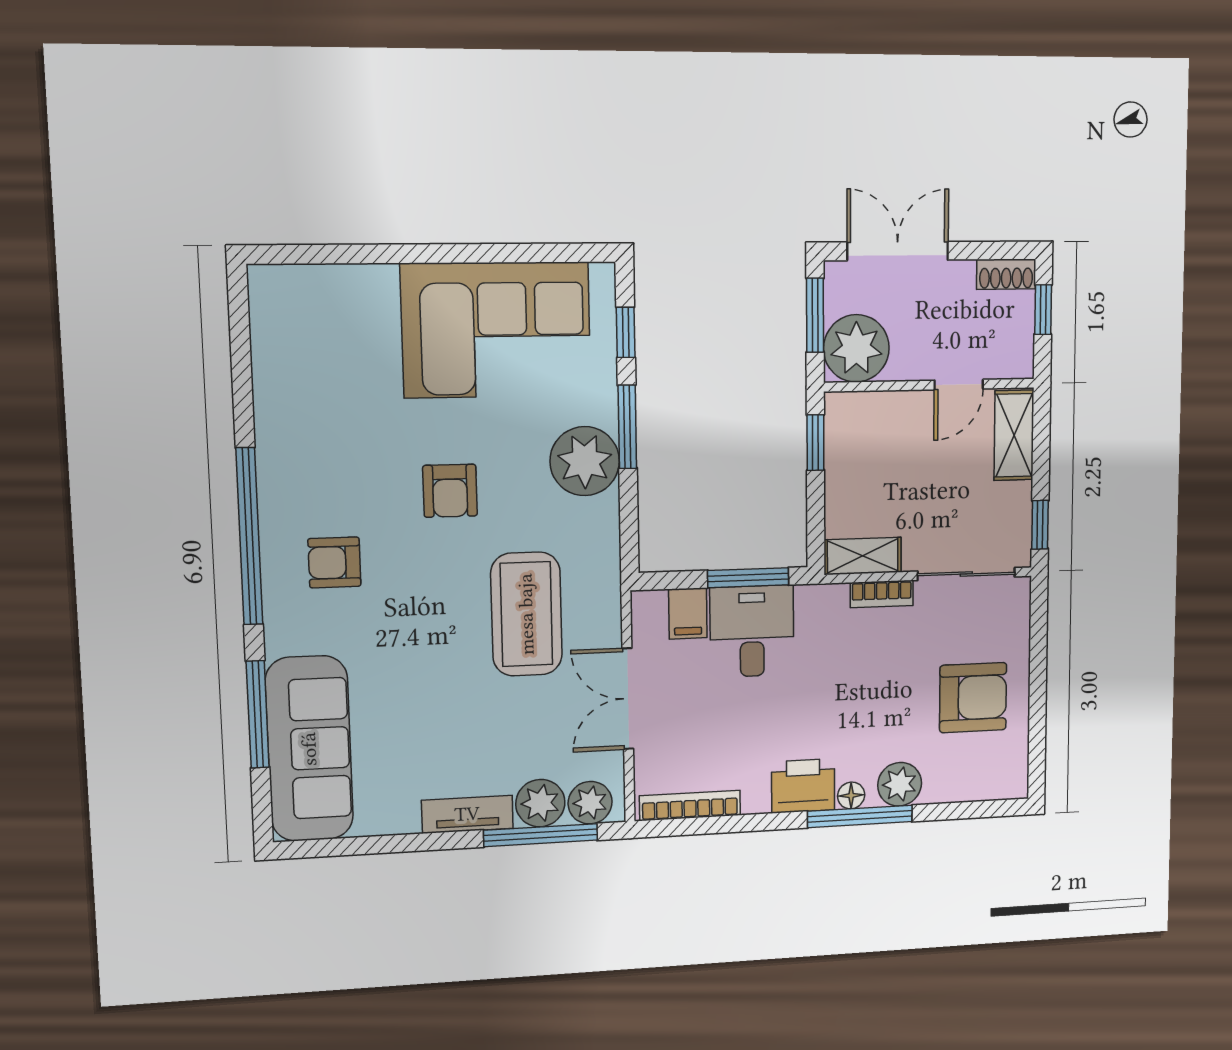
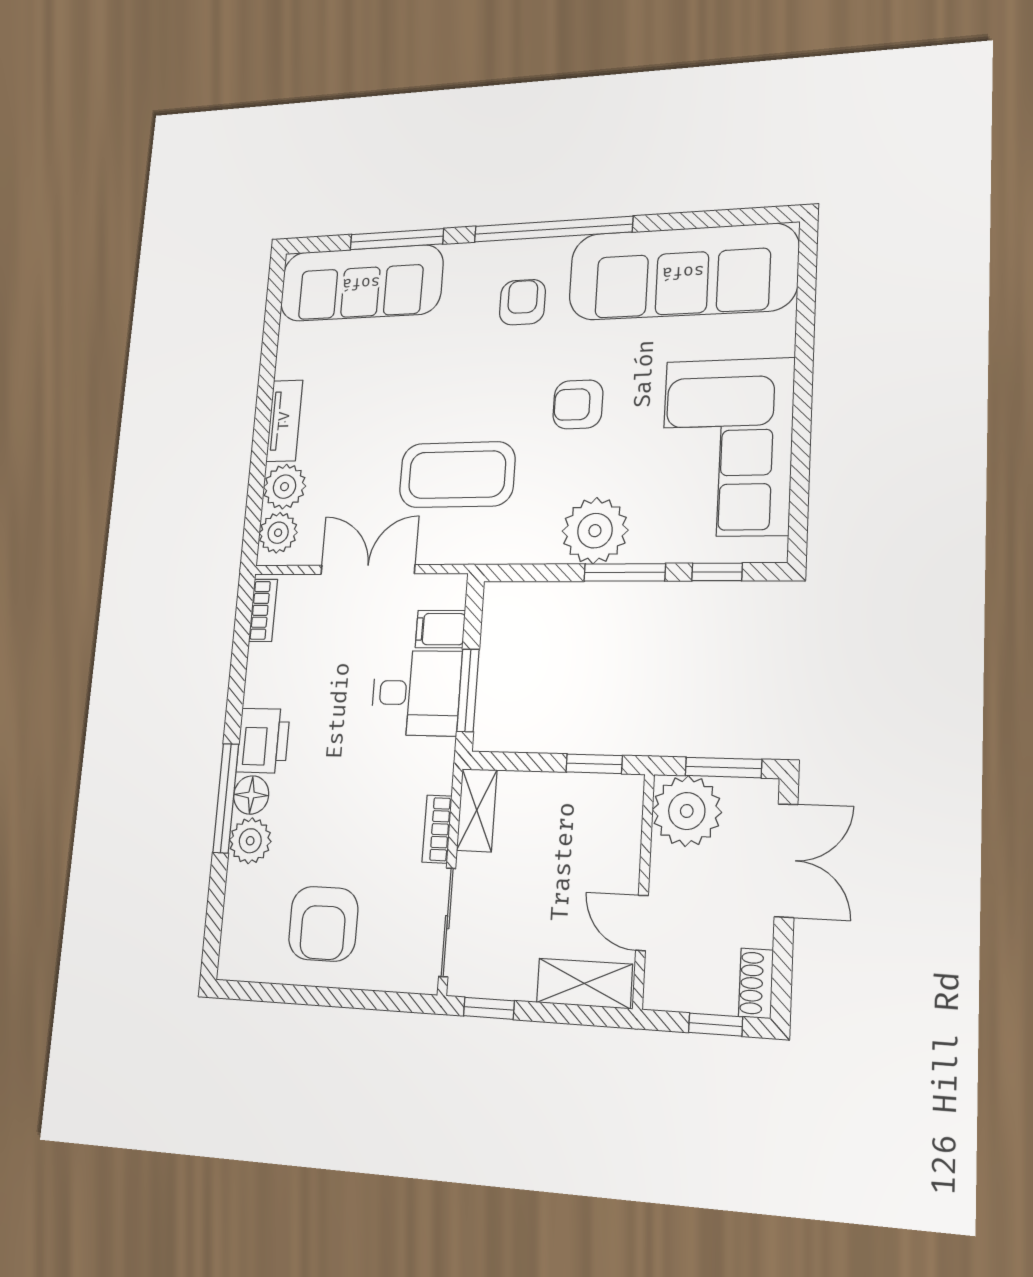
sofa: (302, 389) -> (683, 272), added
floor lamp: (851, 795) -> (251, 795), width x1.37, depth x1.37
bookcase: (690, 806) -> (263, 610), width x0.64
window: (541, 835) -> (256, 487), removed

